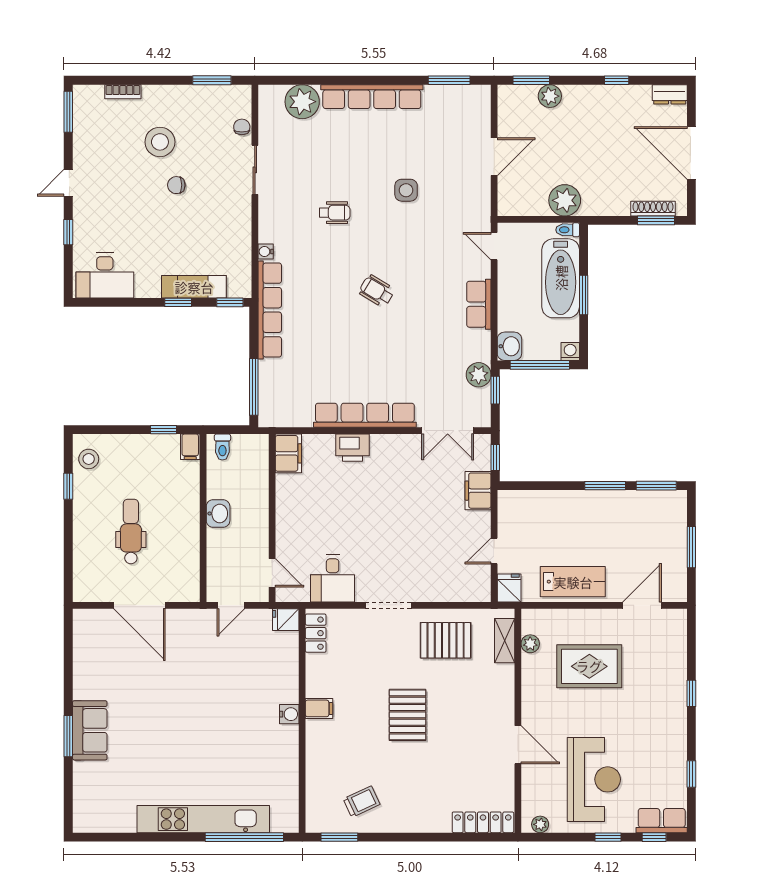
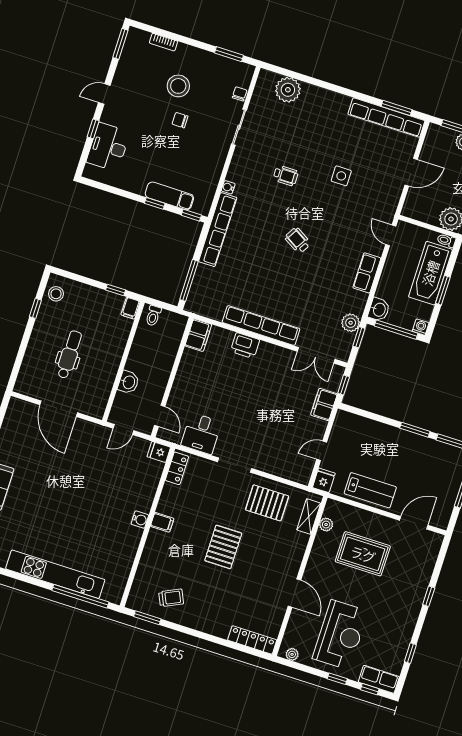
row of seats: (372, 97) -> (386, 117), moved
desk: (105, 275) -> (108, 147), moved, turned 90
washbasin: (218, 514) -> (128, 382), moved

